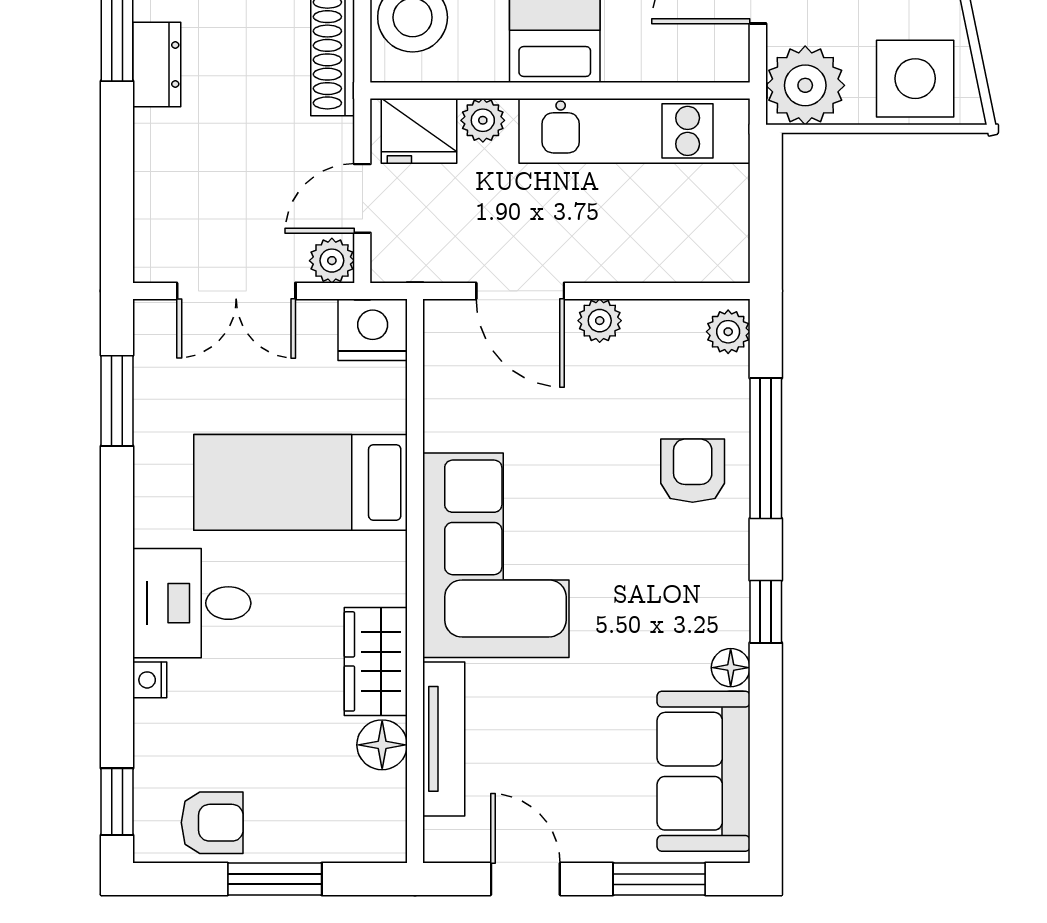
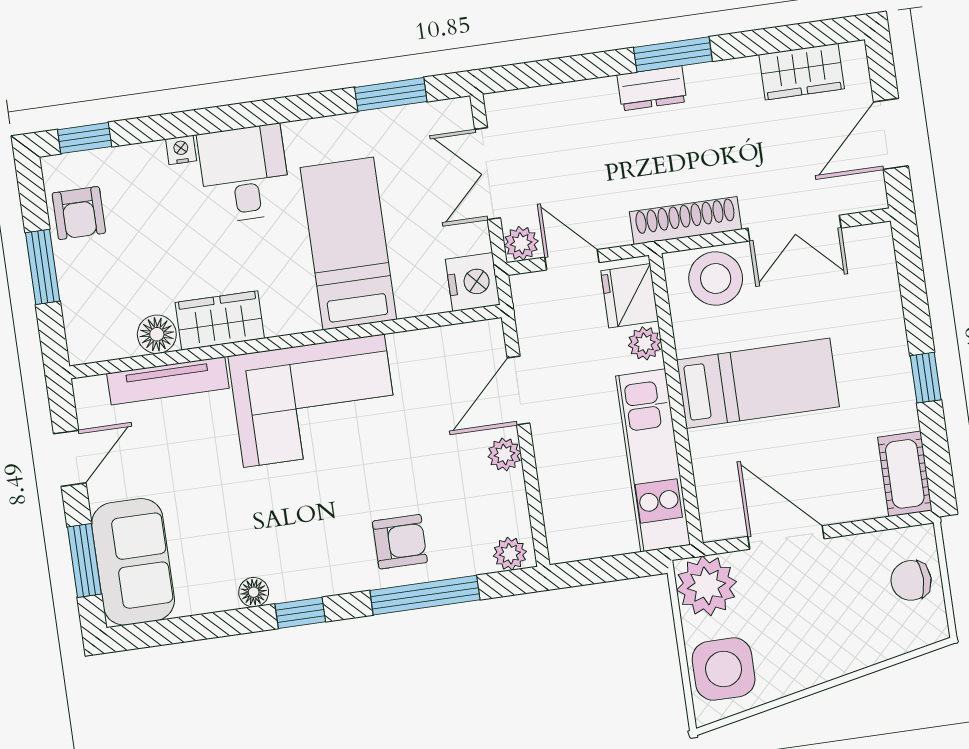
sofa: (704, 771) -> (133, 562), moved, turned 90

